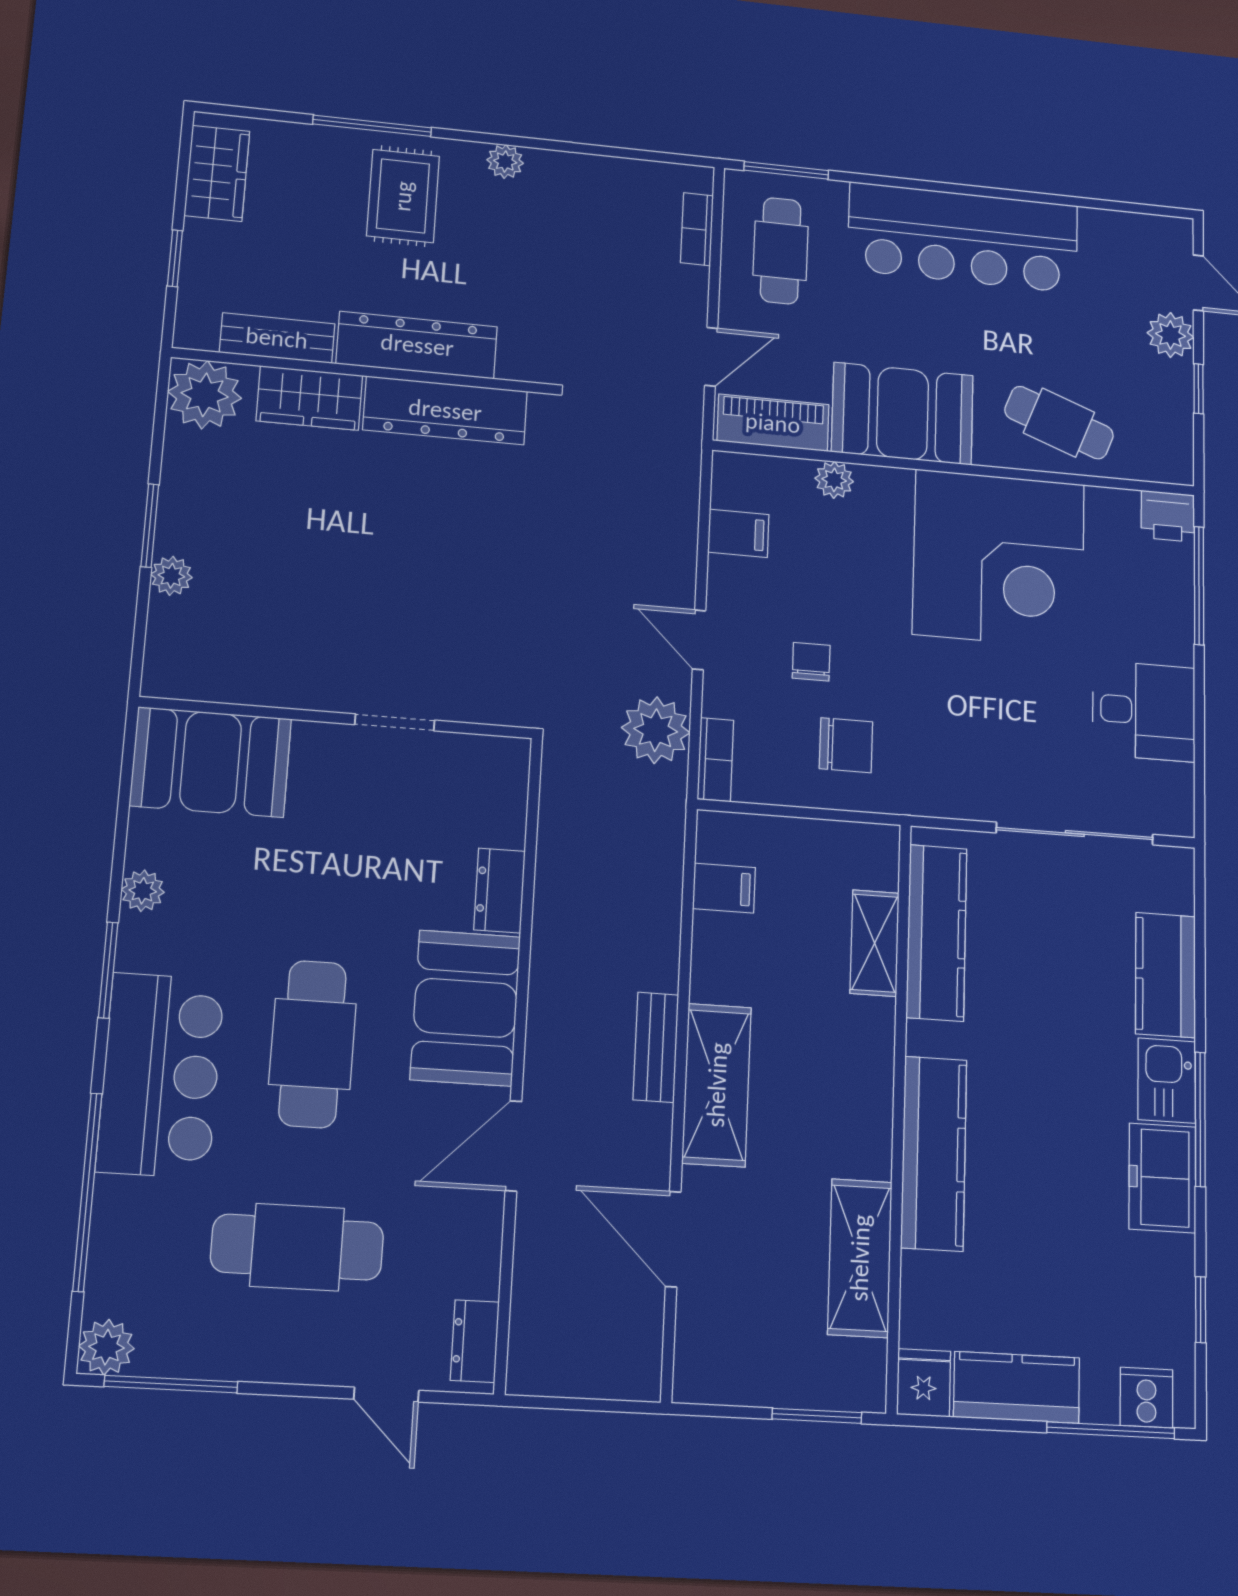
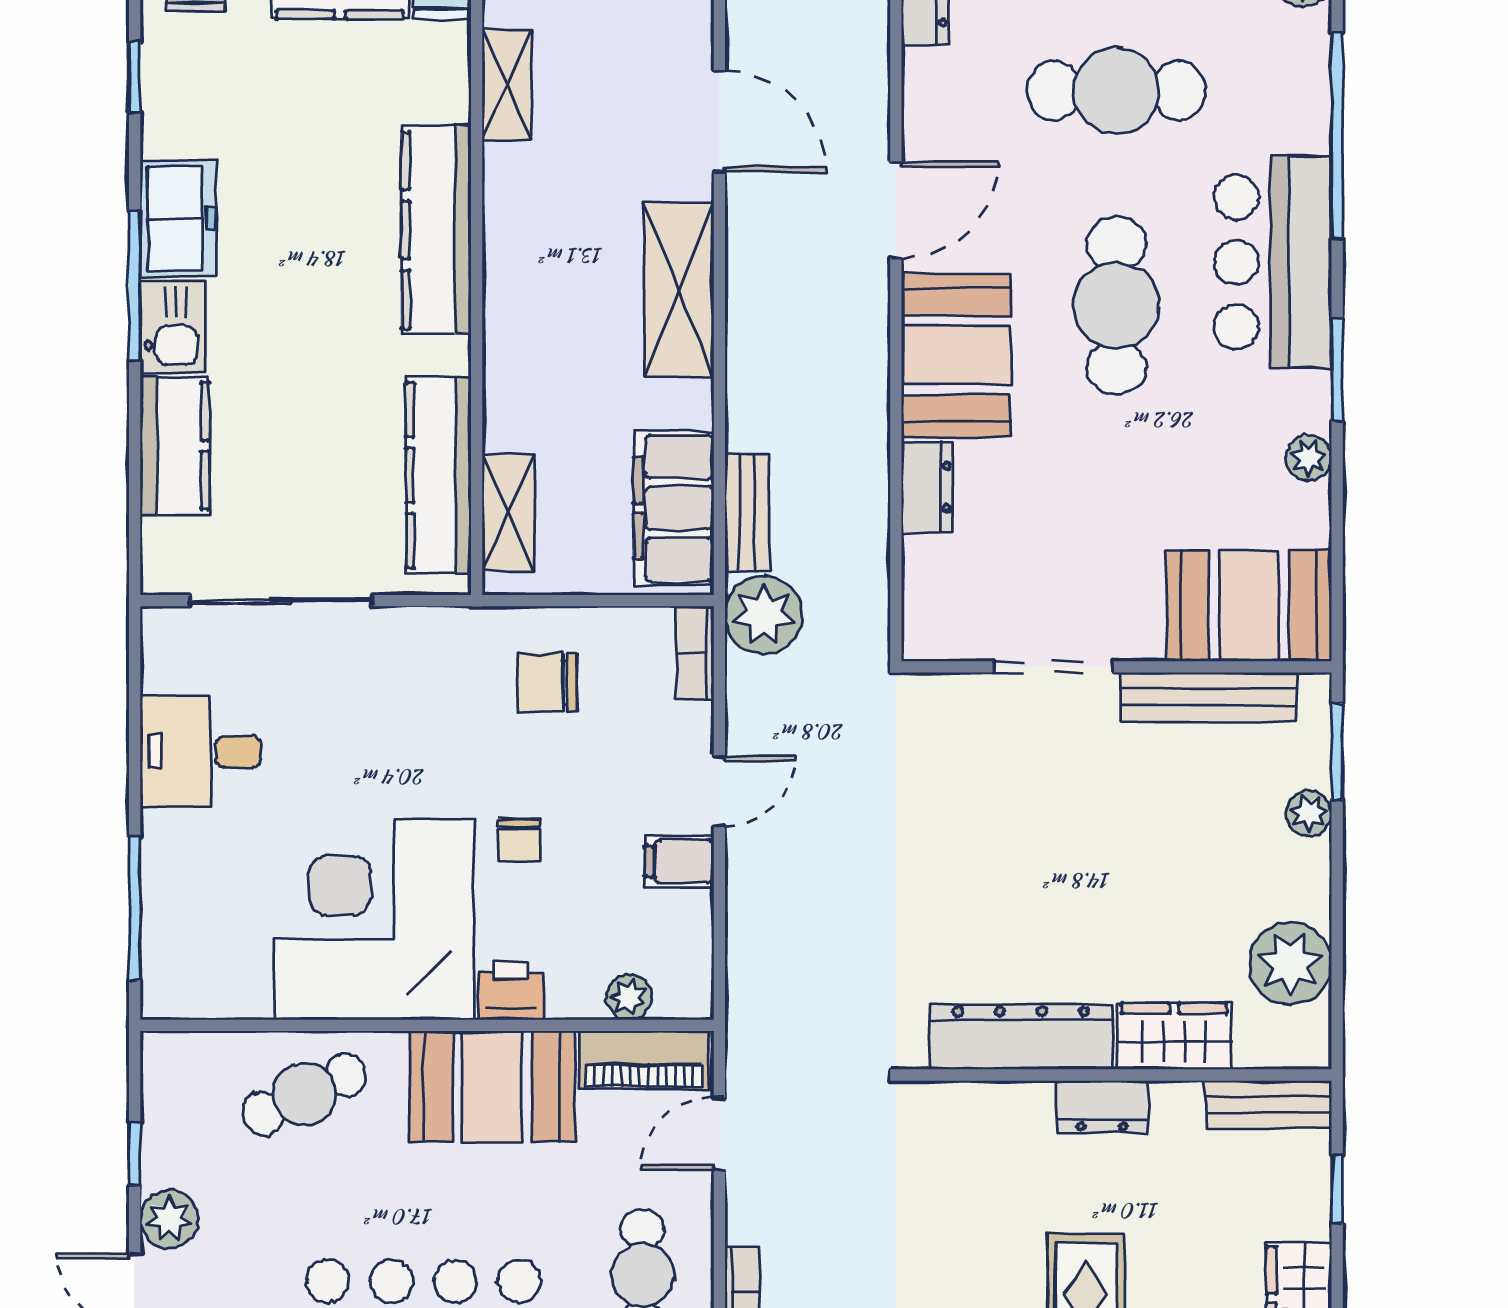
bench: (277, 338) -> (1268, 1105), moved
dresser: (417, 345) -> (1102, 1106), width x0.51, depth x0.80
plant: (205, 395) -> (1290, 964), moved
cafe table: (1059, 423) -> (304, 1094), turned -46
plant: (834, 480) -> (629, 997), moved
printer: (1168, 516) -> (511, 991), moved
window: (150, 526) -> (1337, 751), moved
filing cabinet: (738, 533) -> (679, 862), moved
door: (699, 640) -> (719, 791), hinge flipped
chair: (811, 662) -> (519, 840), moved
bench: (255, 684) -> (1208, 697), added
doorway: (395, 722) -> (1053, 667), width x1.38
plant: (656, 730) -> (764, 615), moved
filing cabinet: (724, 888) -> (674, 508), width x3.00, depth x1.17
shelving: (875, 943) -> (508, 512), moved
bench: (656, 1047) -> (747, 513), moved
shelving: (860, 1258) -> (507, 85), width x0.67, depth x0.75

